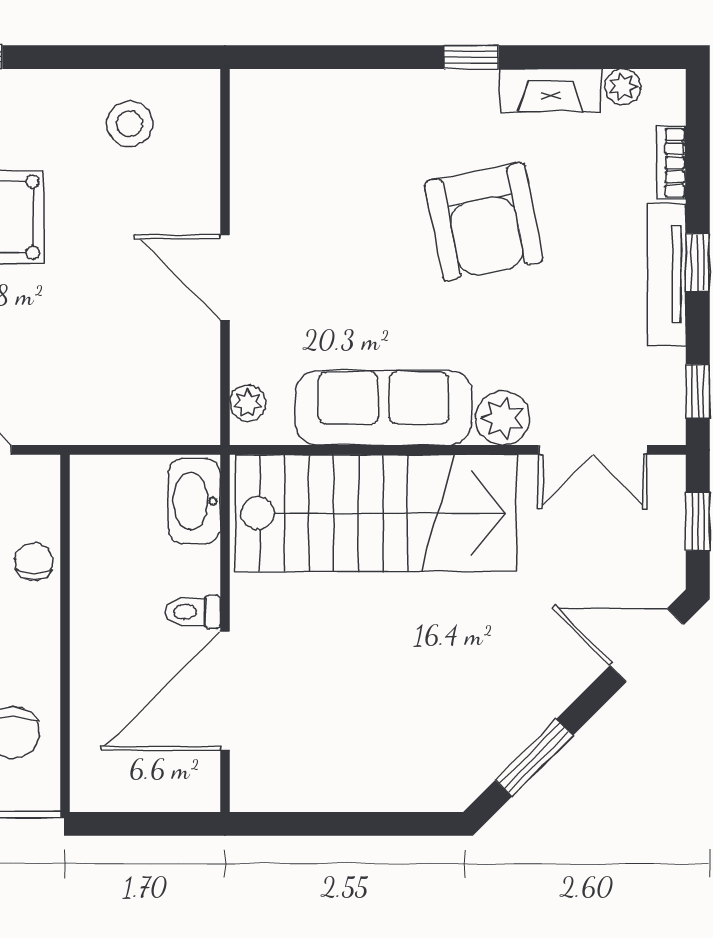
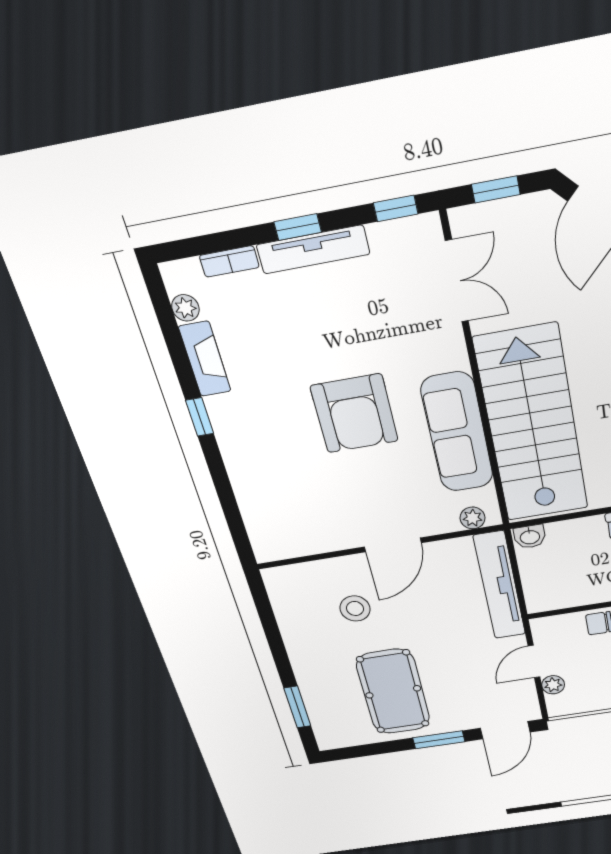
stool: (129, 124) -> (355, 608), moved
armchair: (484, 222) -> (354, 414), moved, turned 101
plant: (503, 418) -> (447, 351), removed
tv unit: (128, 421) -> (500, 586), added
washbasin: (194, 501) -> (530, 537), width x0.52, depth x0.69

